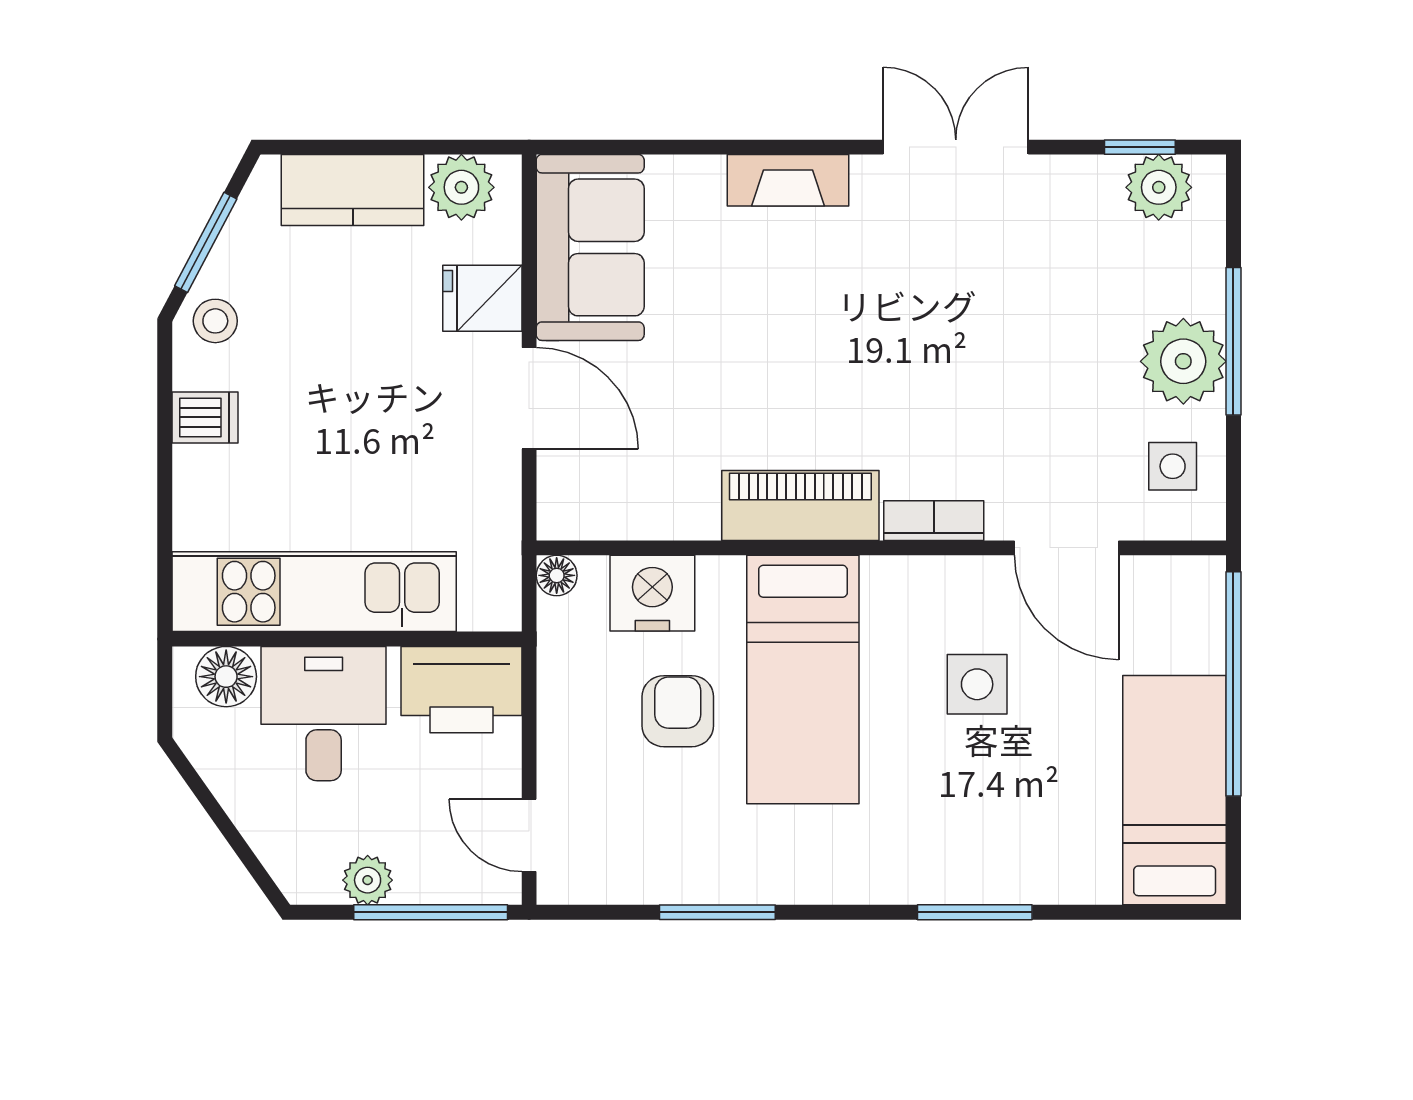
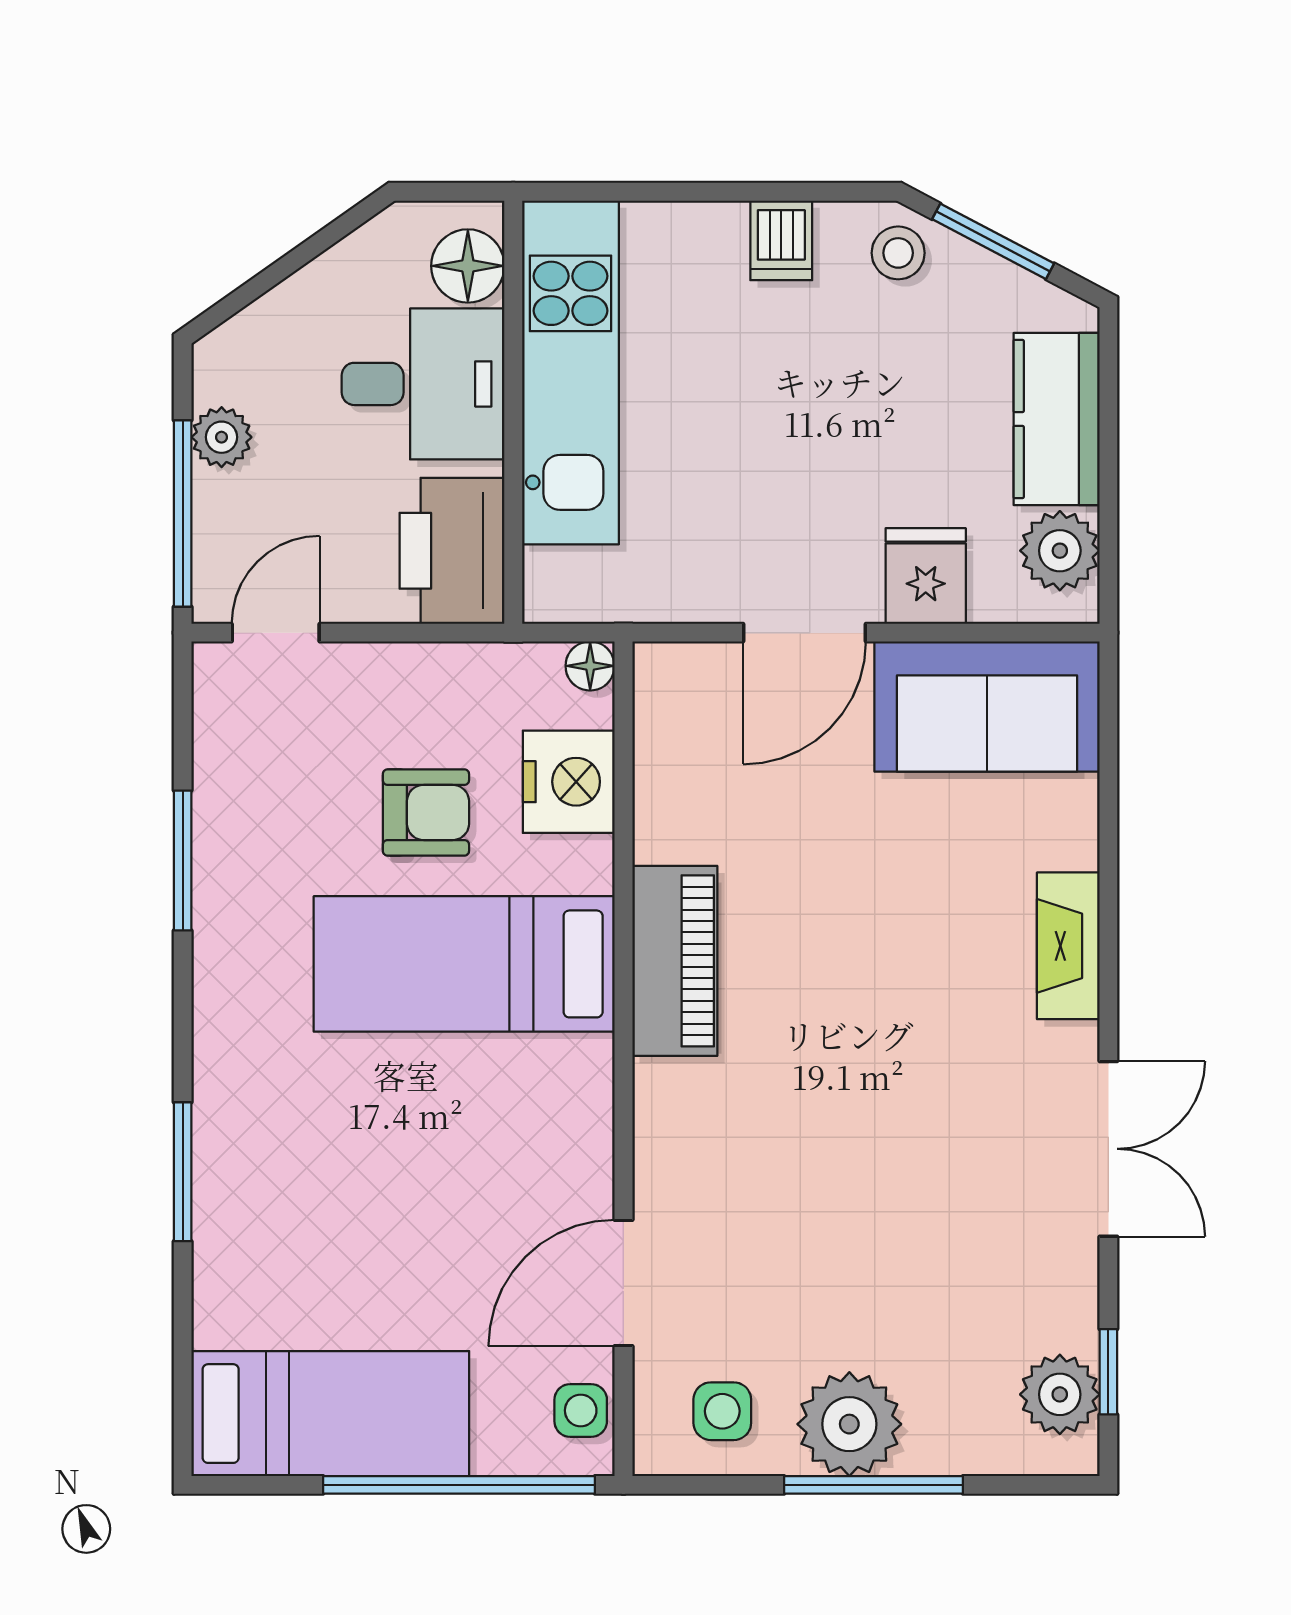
bookcase: (934, 521) -> (656, 1122), removed
side table: (977, 684) -> (581, 1410), moved, width x0.73, depth x0.73

